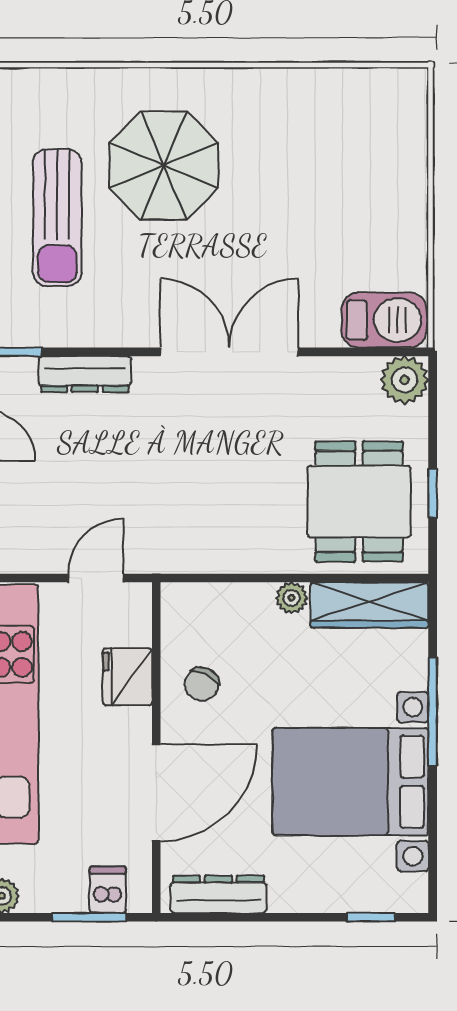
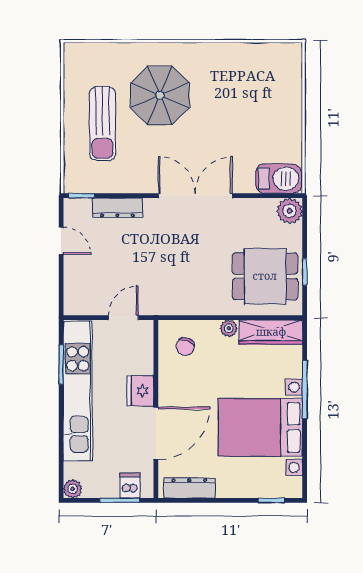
dining table: (359, 502) -> (265, 276), turned 90
fridge: (127, 677) -> (140, 391), moved
chair: (202, 684) -> (185, 347), moved

